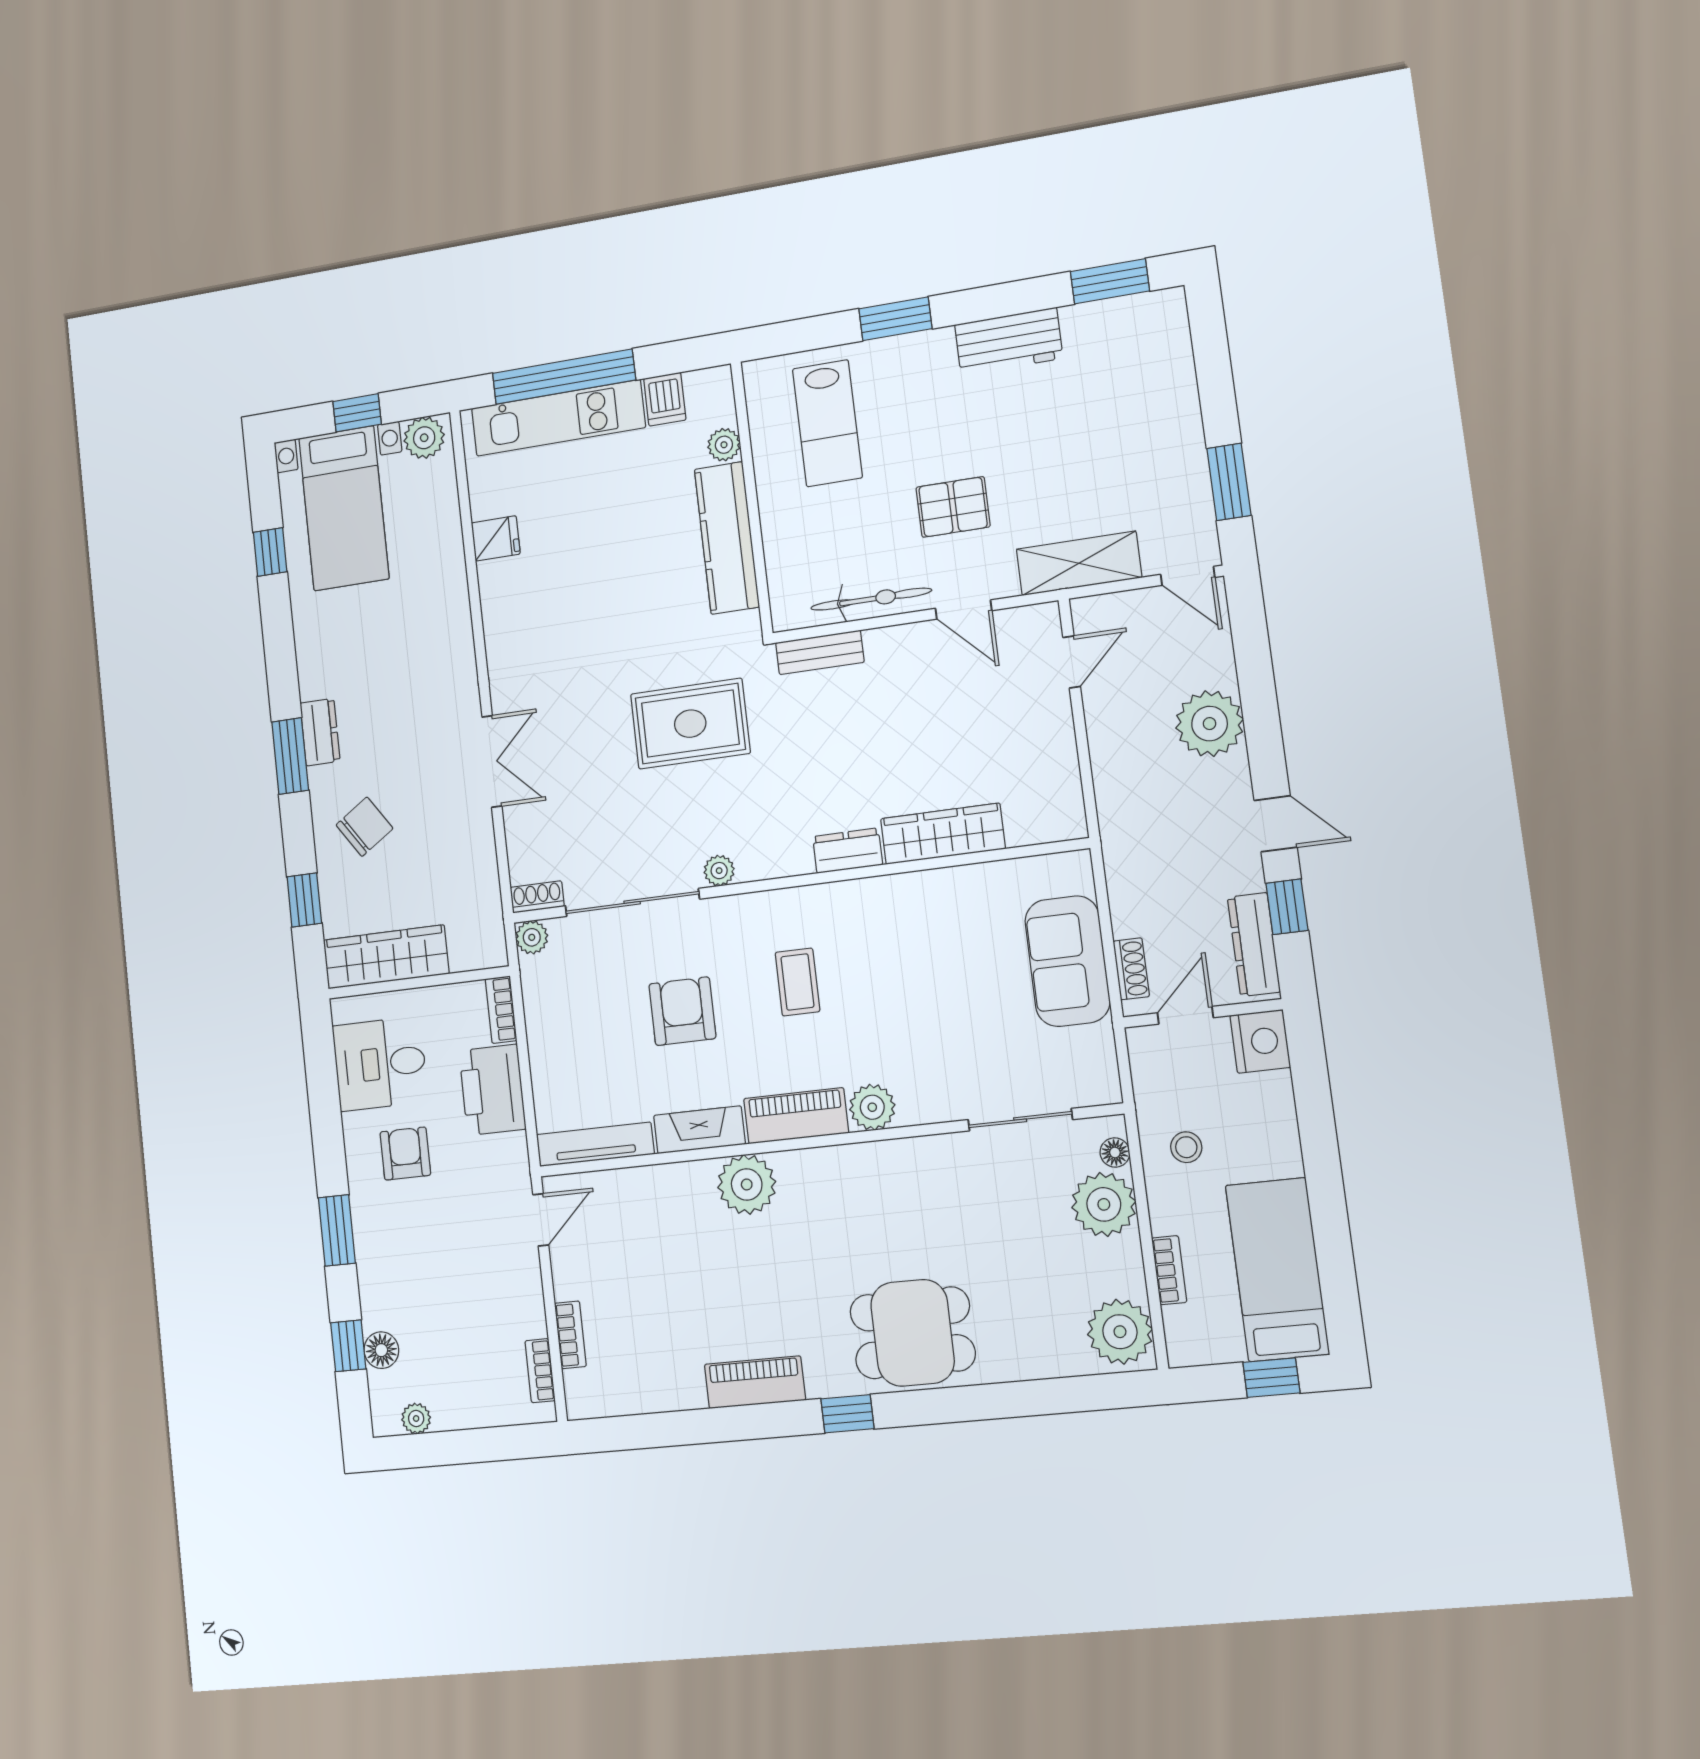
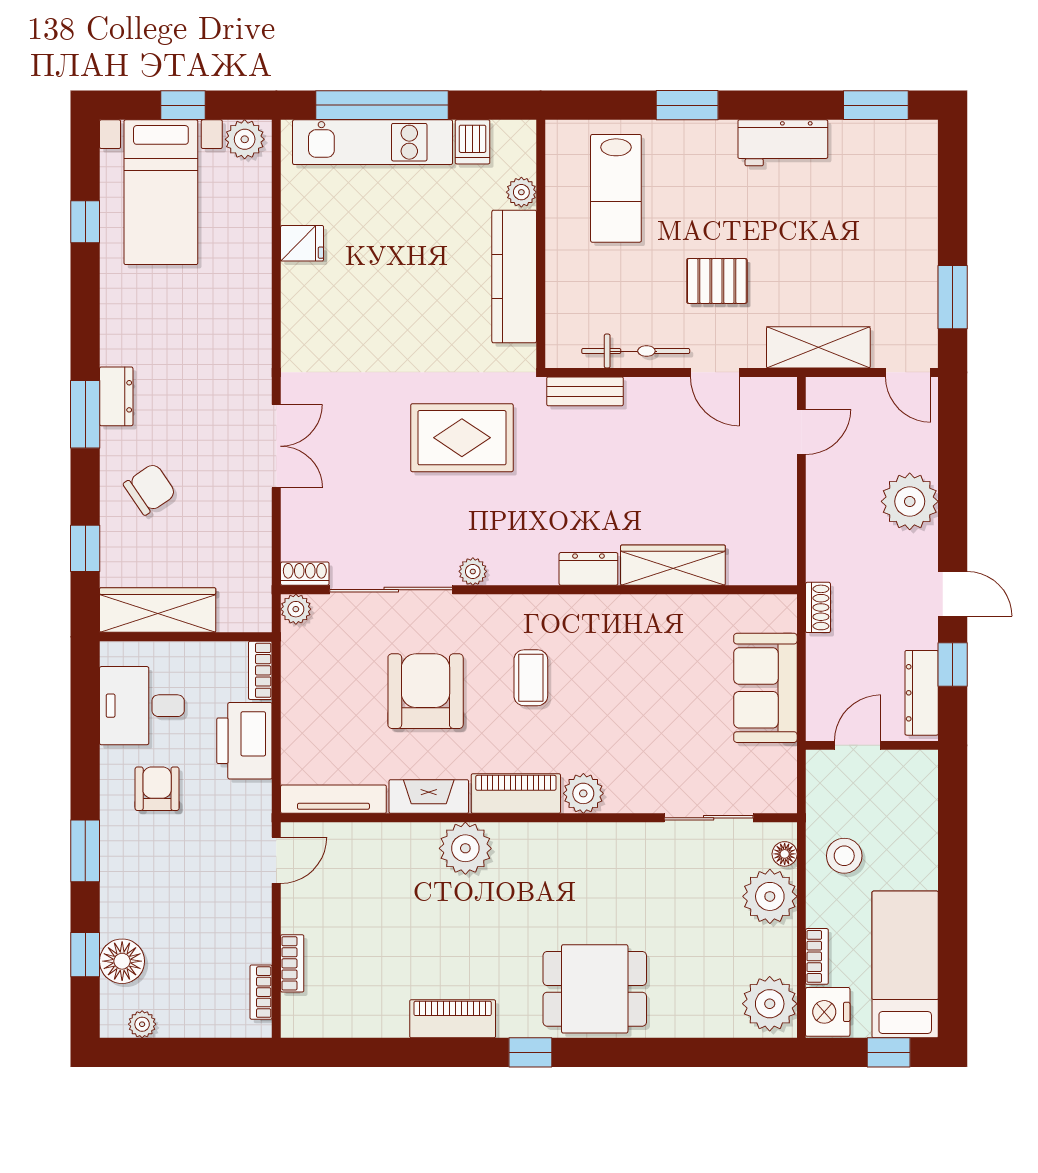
shoe rack: (1131, 969) -> (818, 607), moved
armchair: (682, 1011) -> (426, 691), width x1.36, depth x1.36
nightstand: (1260, 1041) -> (828, 1012), moved, turned 180
stool: (1186, 1147) -> (844, 856), width x1.37, depth x1.37
floor lamp: (381, 1350) -> (122, 961), width x1.38, depth x1.38

